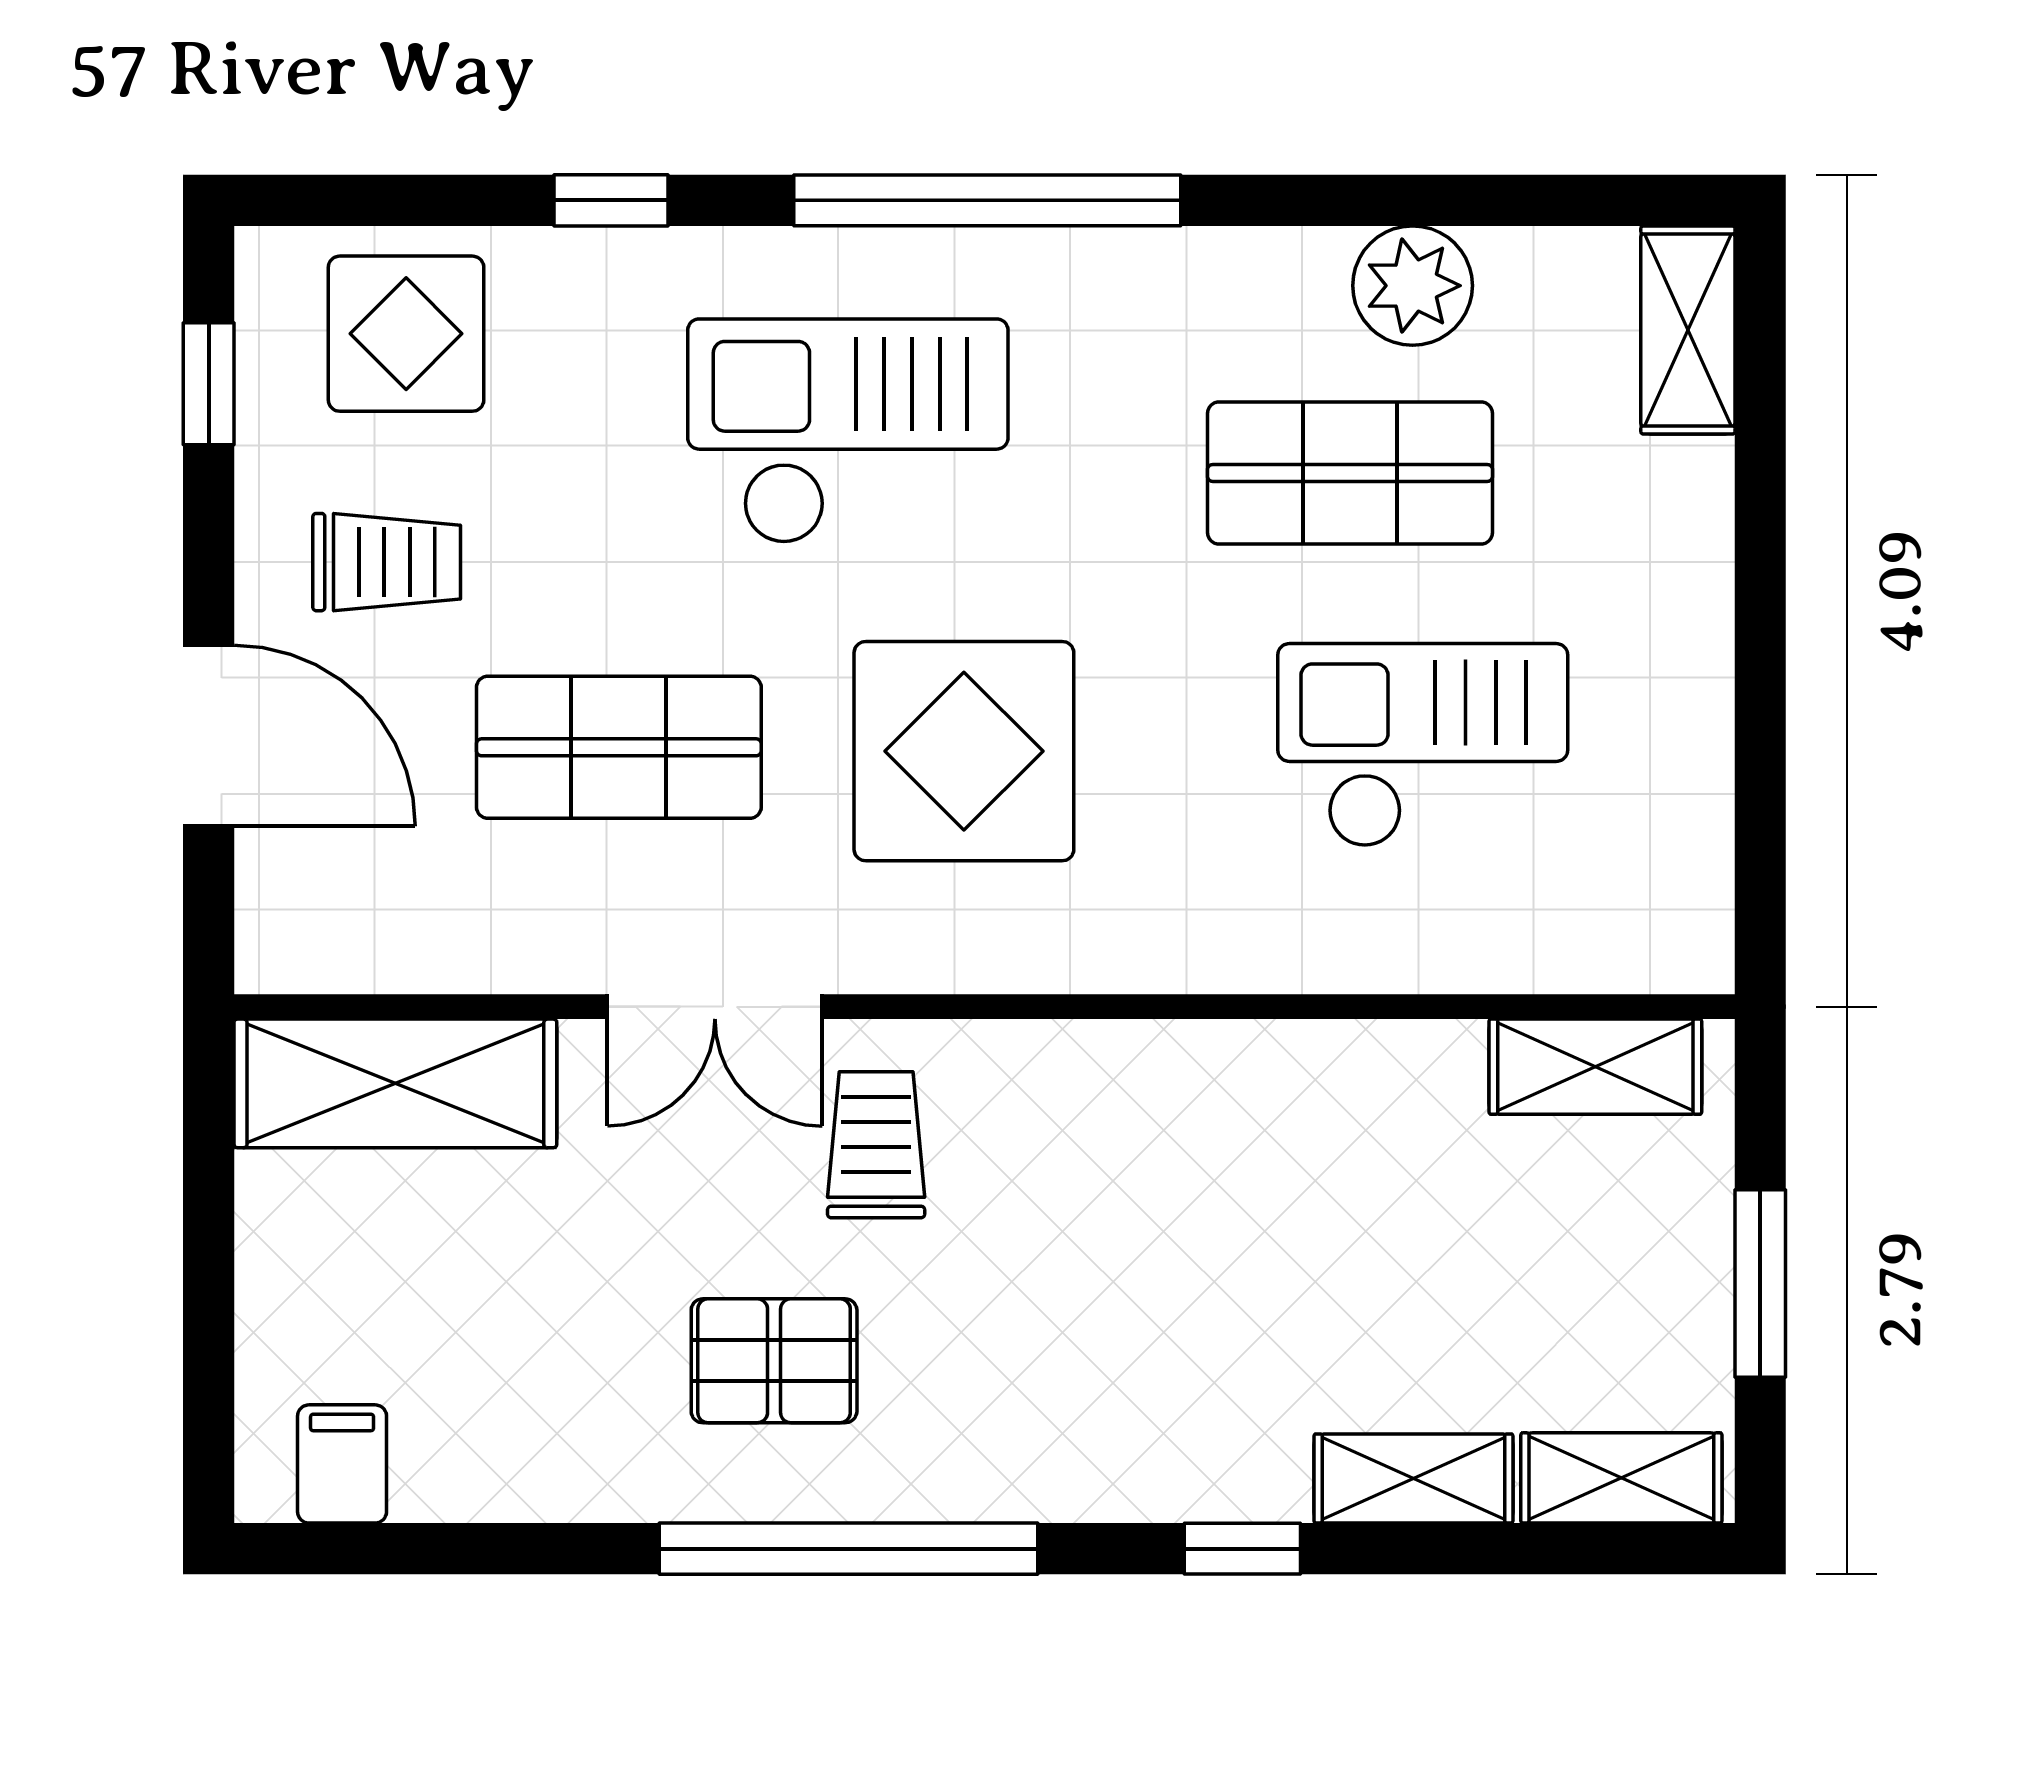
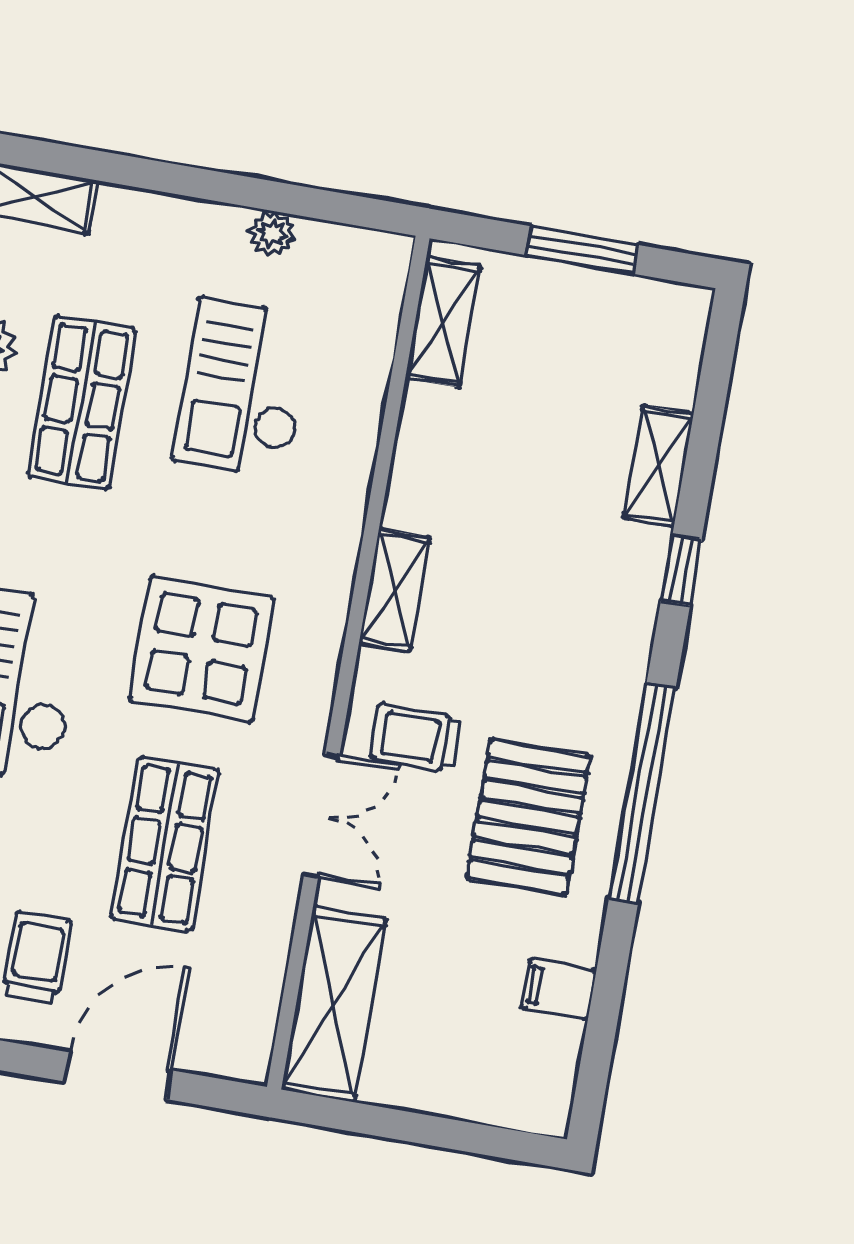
plant: (1695, 747) -> (272, 234), added
pallet: (774, 1361) -> (528, 817), width x1.50, depth x1.42
filing cabinet: (342, 1464) -> (559, 989), moved
shelving: (1621, 1478) -> (395, 590), moved

